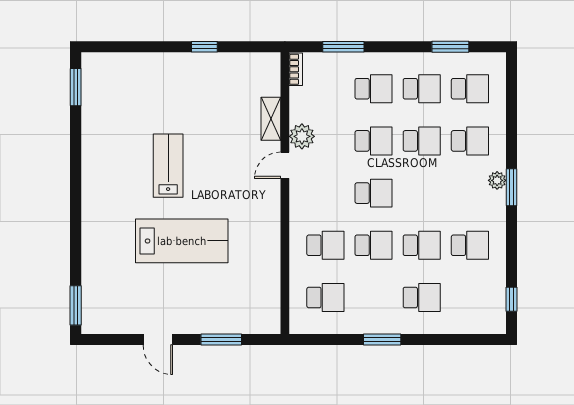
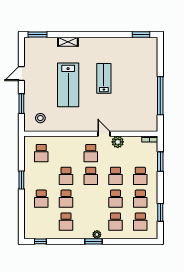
window: (204, 47) -> (160, 96), width x3.17
shelving: (271, 119) -> (68, 42), moved
lab bench: (168, 166) -> (104, 78), turned -90
school desk: (325, 245) -> (91, 153), moved
stool: (252, 299) -> (40, 118), added

